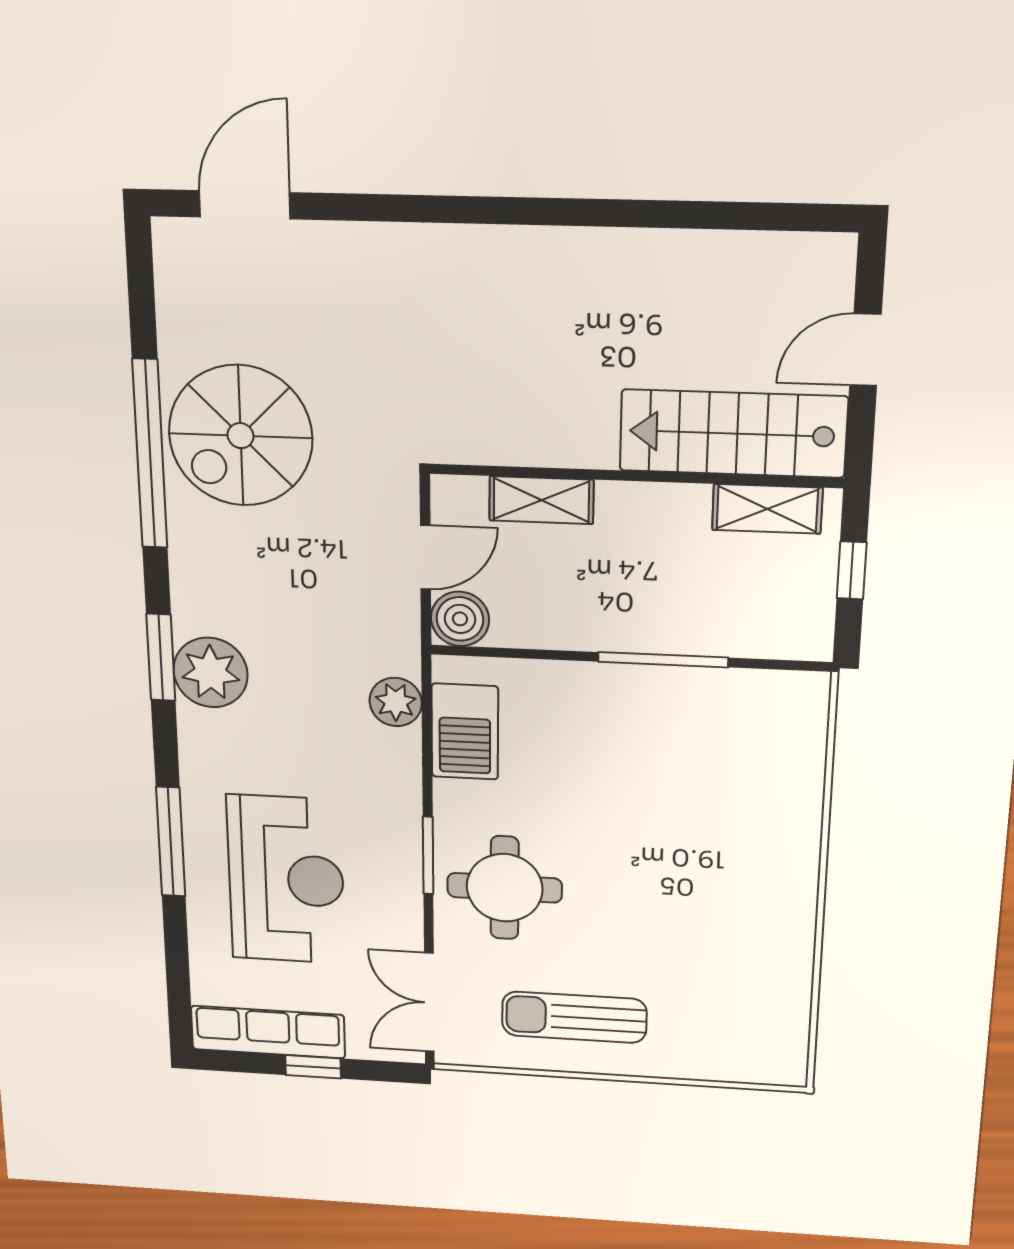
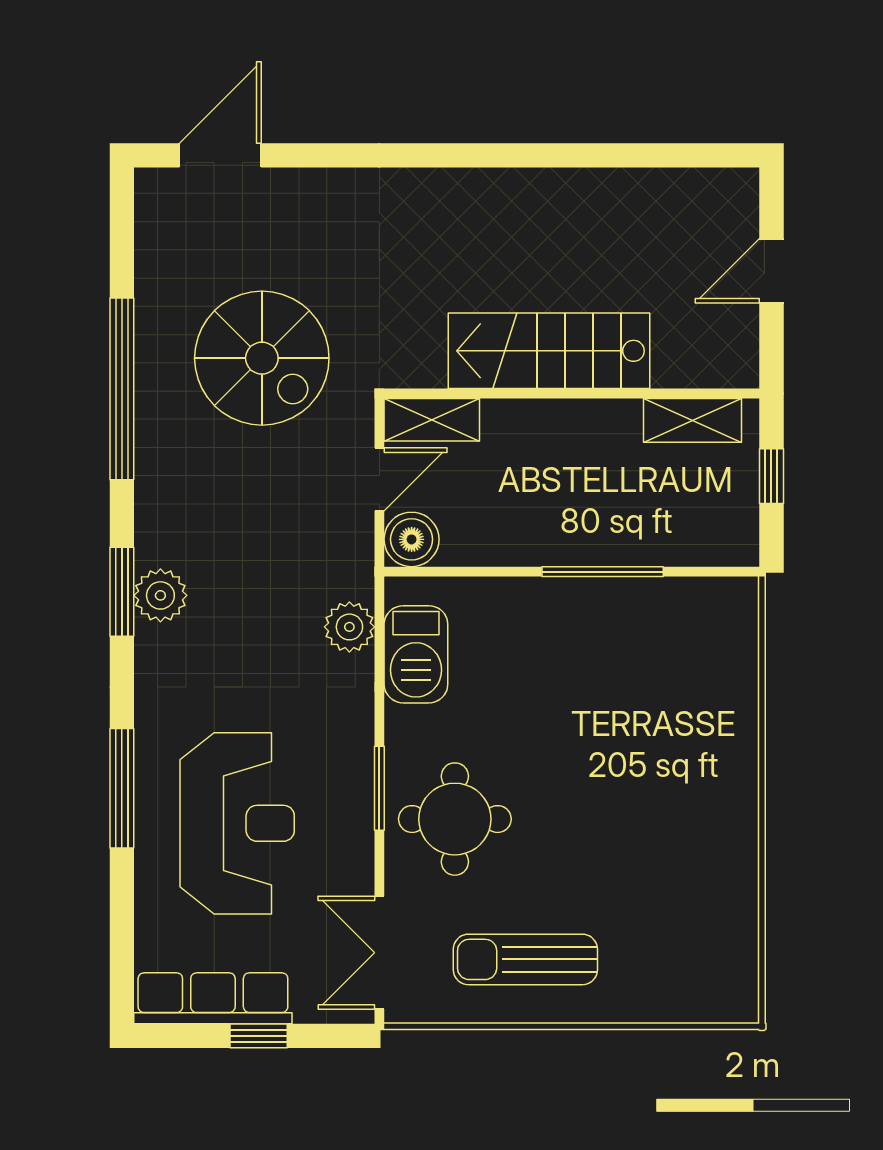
stairs: (733, 434) -> (549, 351), moved
spiral stairs: (241, 436) -> (262, 358), moved, turned -90
shelving: (541, 500) -> (432, 420), moved
plant: (211, 673) -> (160, 595), width x0.73, depth x0.73

